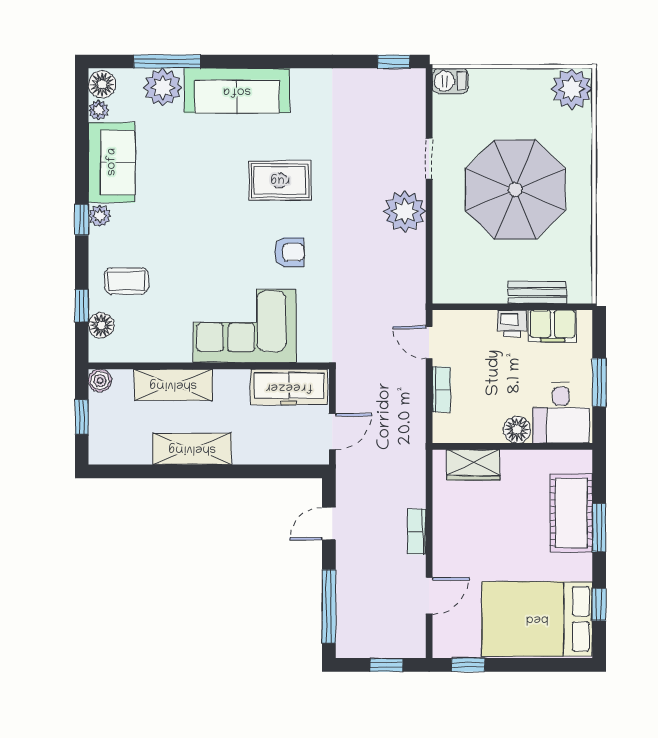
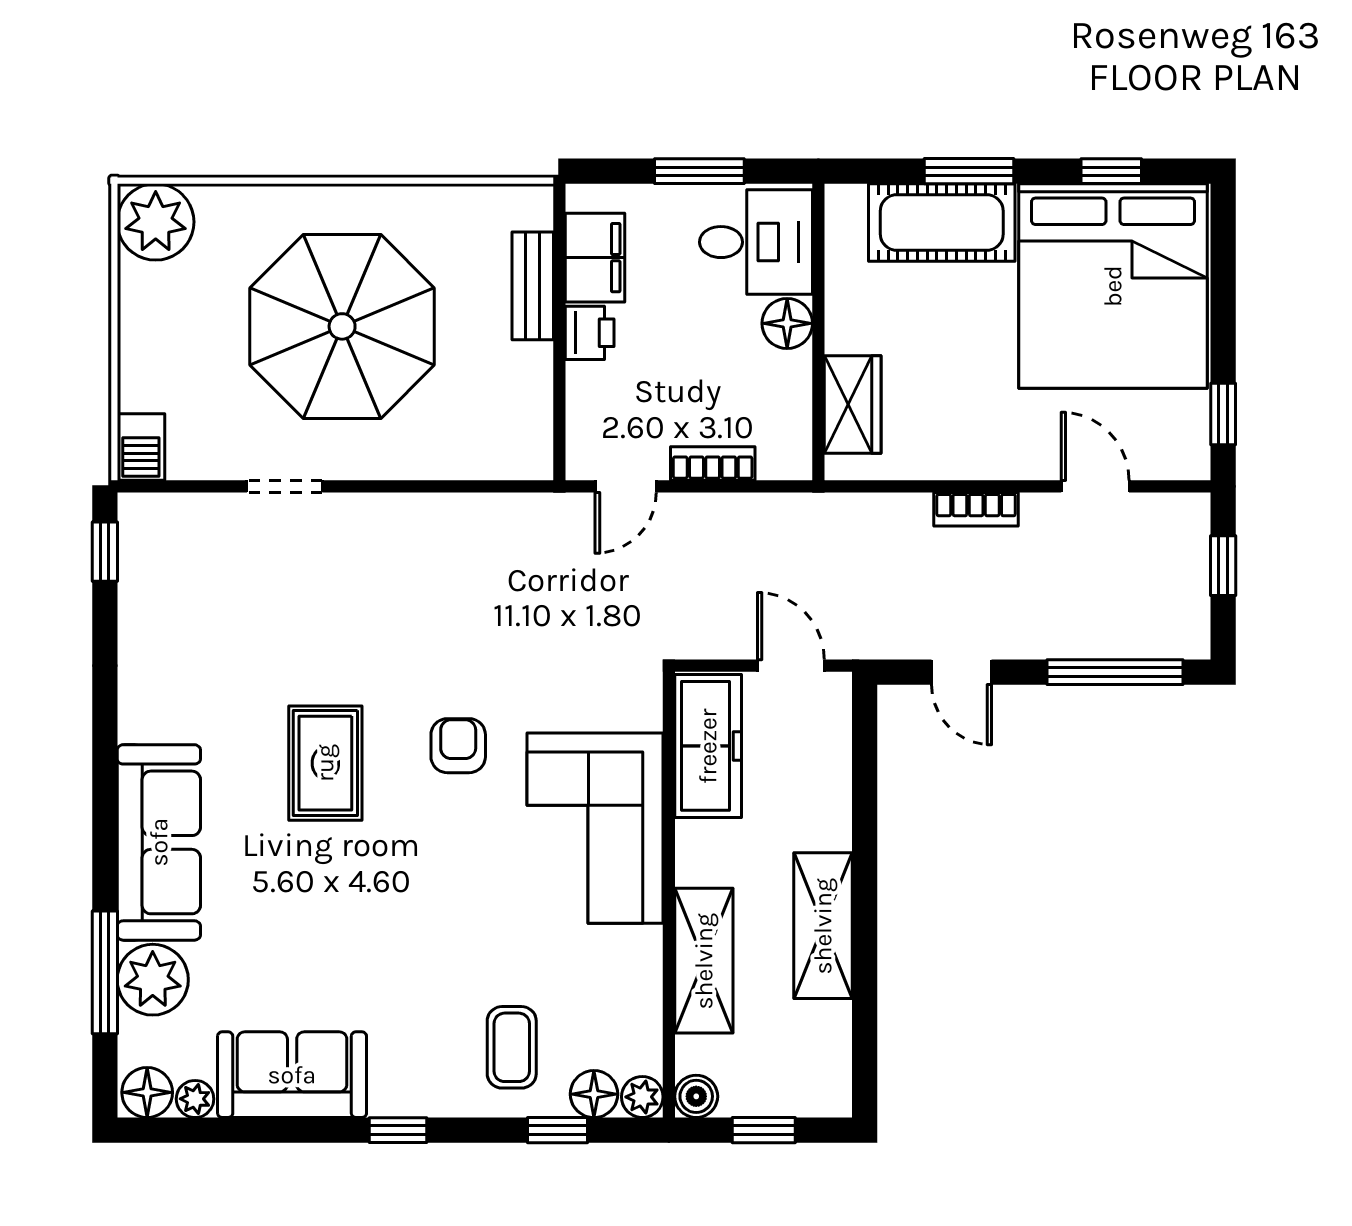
plant: (405, 211) -> (383, 531), removed
plant: (100, 216) -> (642, 1097), moved
bed: (537, 619) -> (1113, 286), width x1.36

